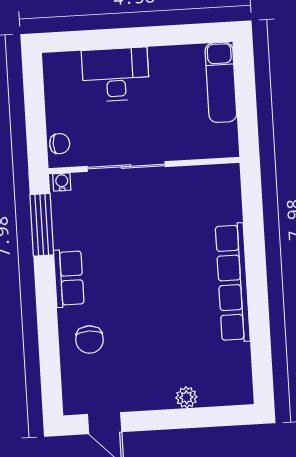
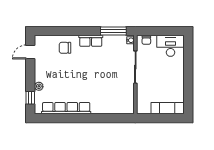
desk: (116, 75) -> (170, 46), moved, turned -90
row of seats: (233, 283) -> (66, 108), moved
window: (216, 417) -> (30, 98), added

